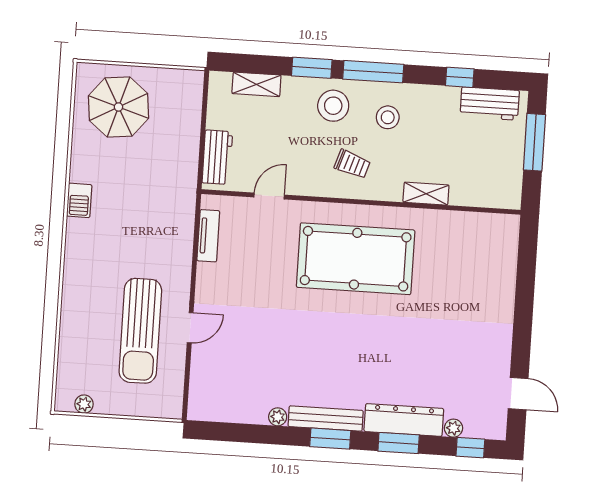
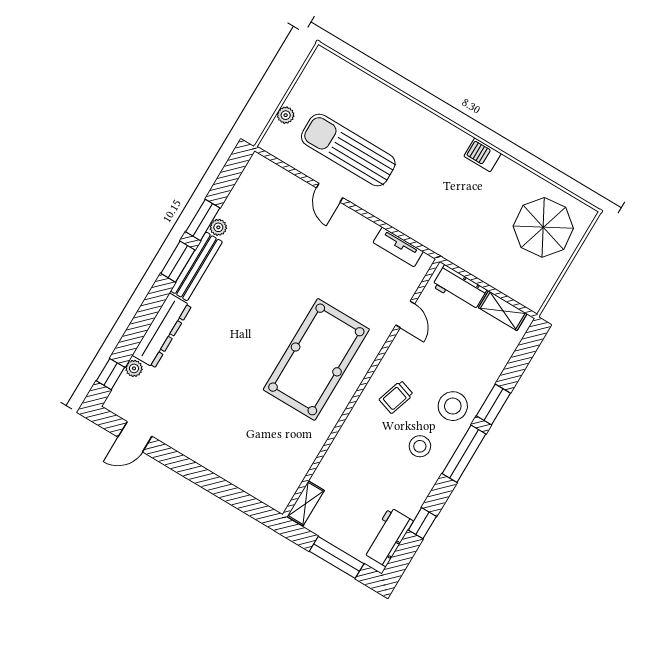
shelving: (256, 84) -> (503, 311), moved, turned 90
shelving: (426, 194) -> (306, 503), moved
plant: (84, 404) -> (286, 115), moved
window: (399, 443) -> (203, 220), moved

